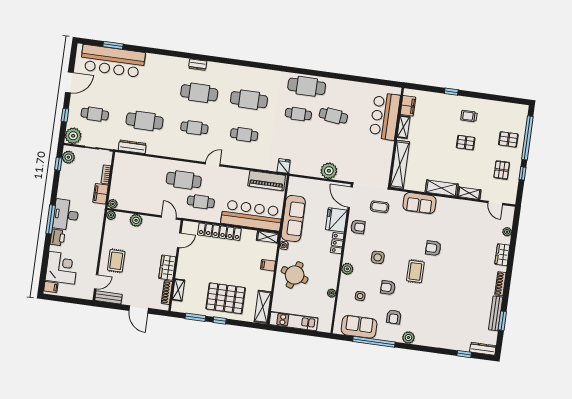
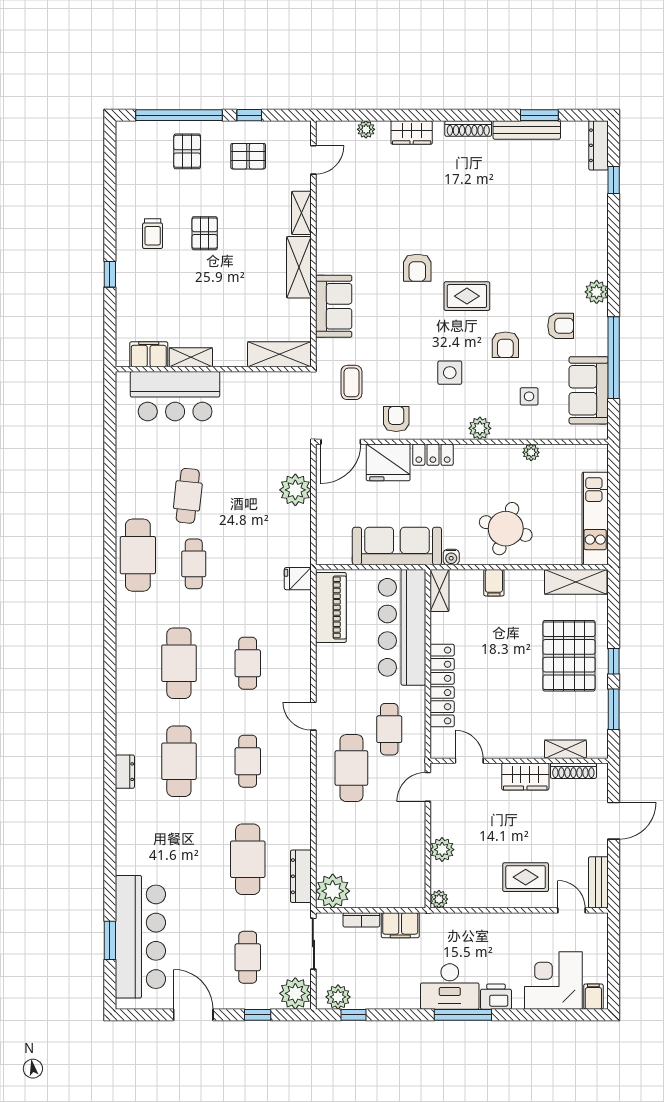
shelving: (400, 165) -> (279, 354), width x0.68
plant: (113, 204) -> (333, 891), moved, width x1.87, depth x1.87

